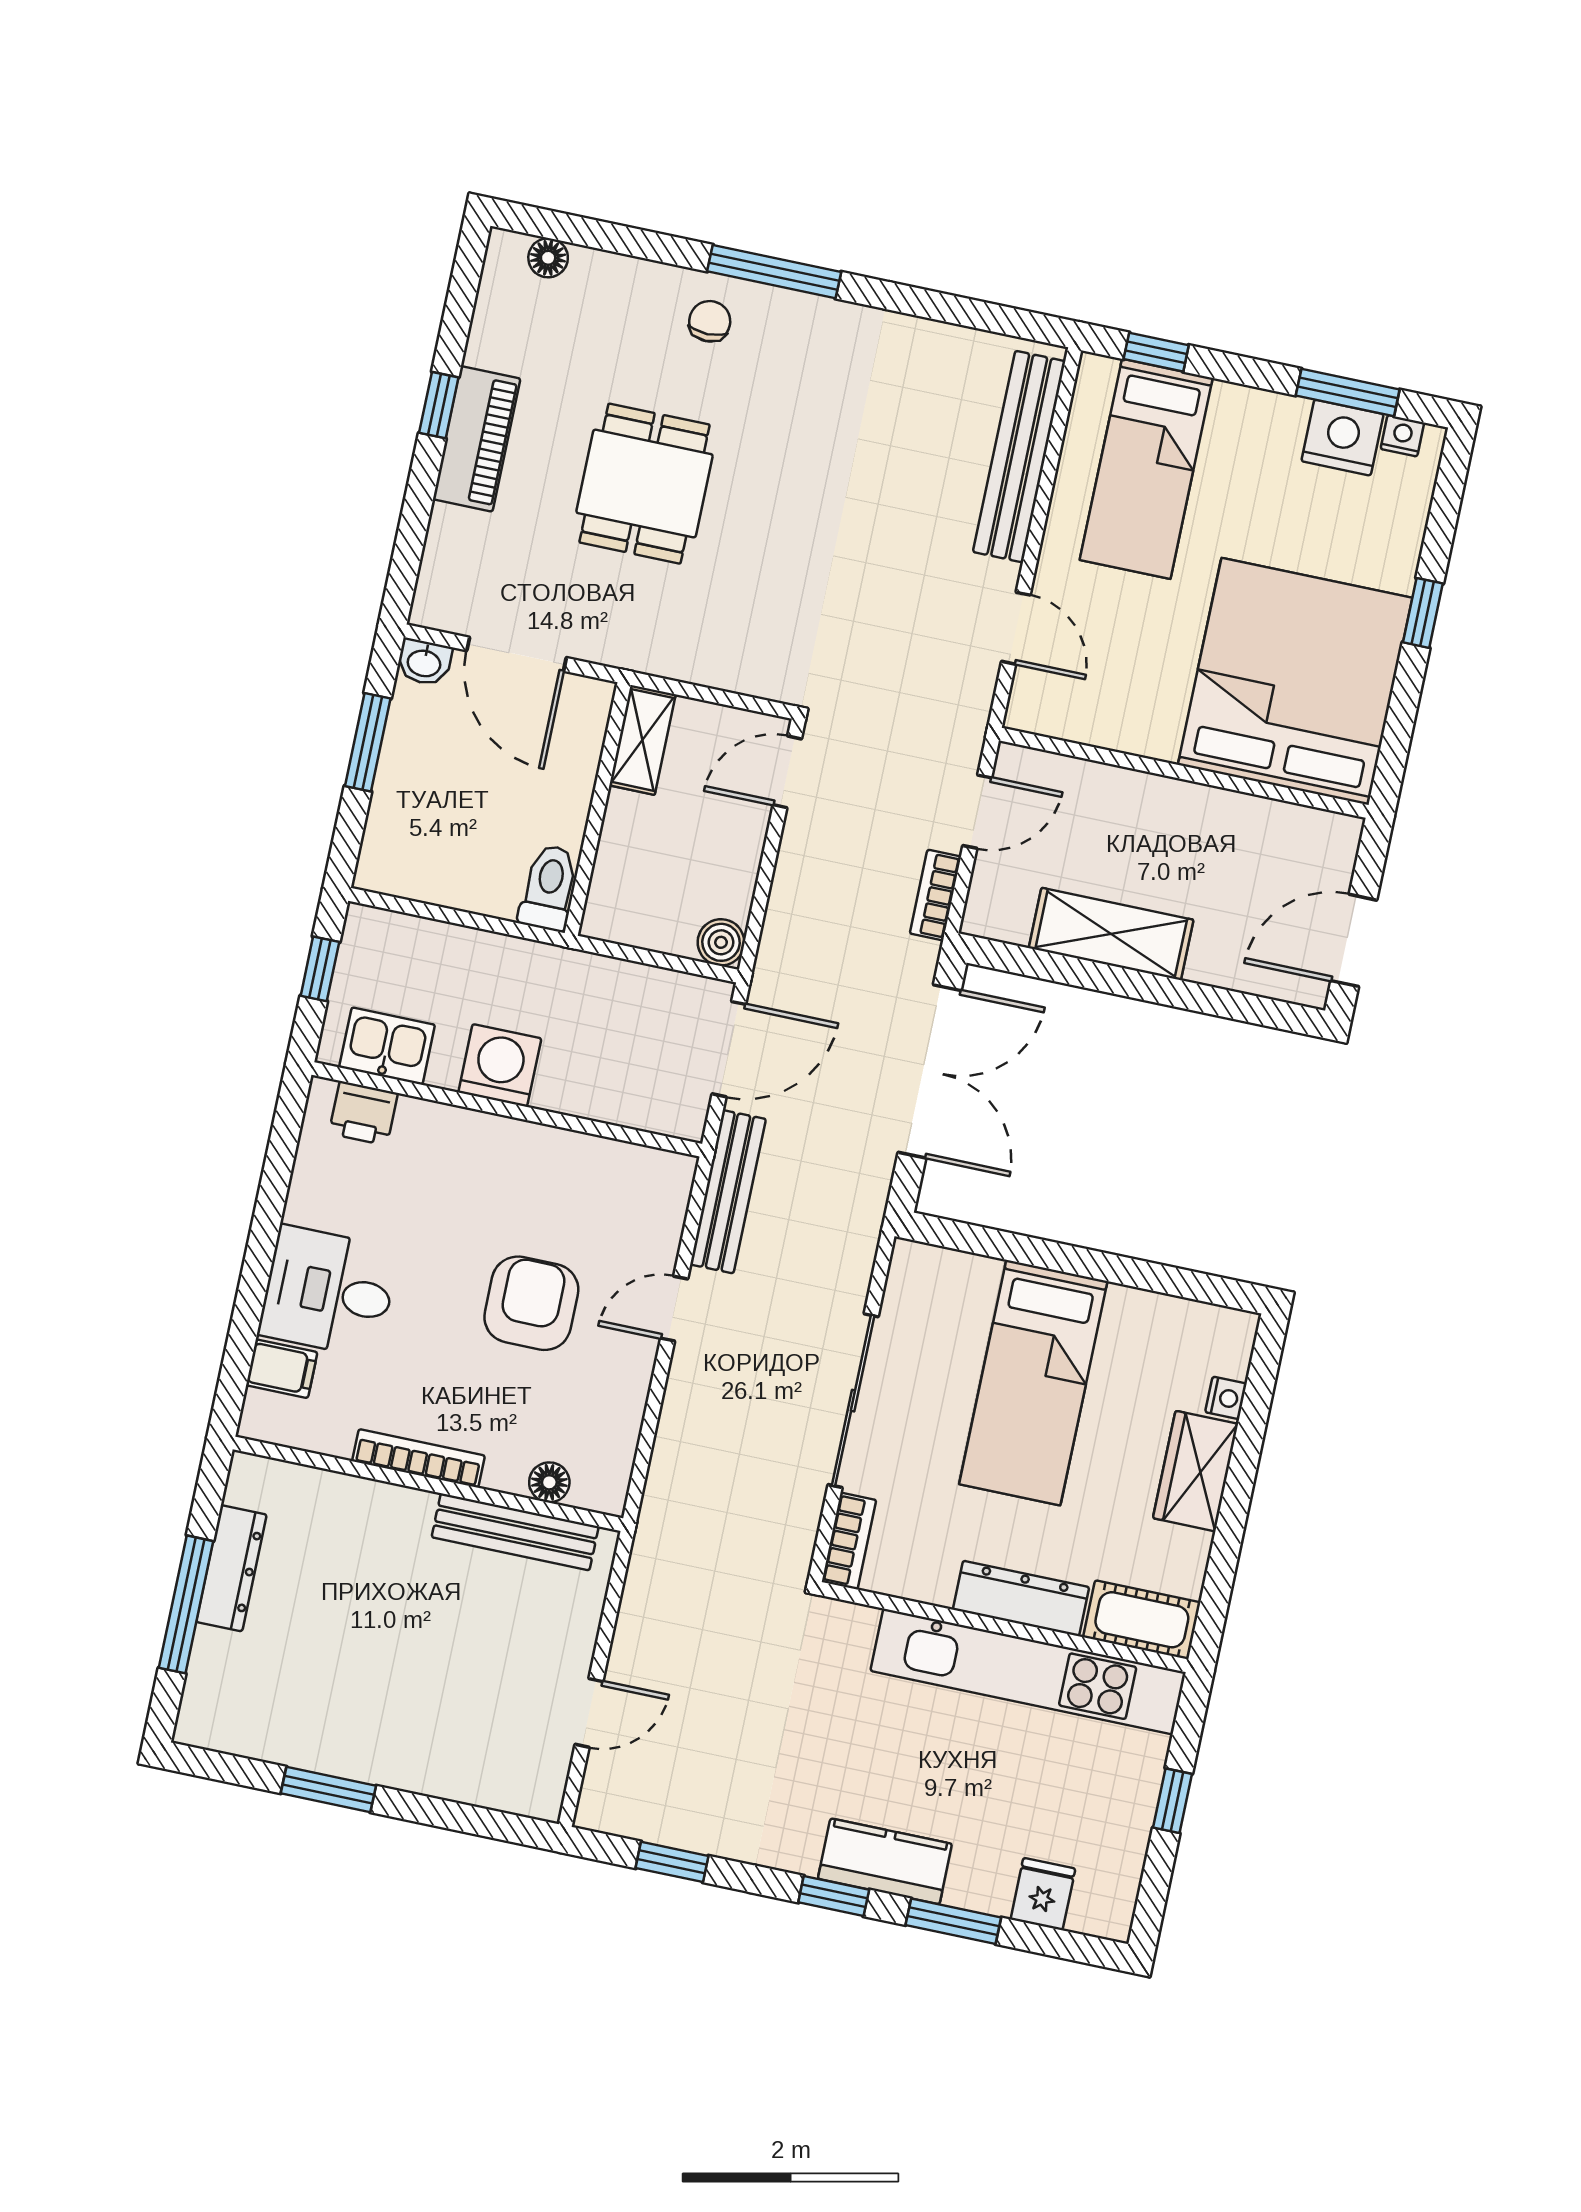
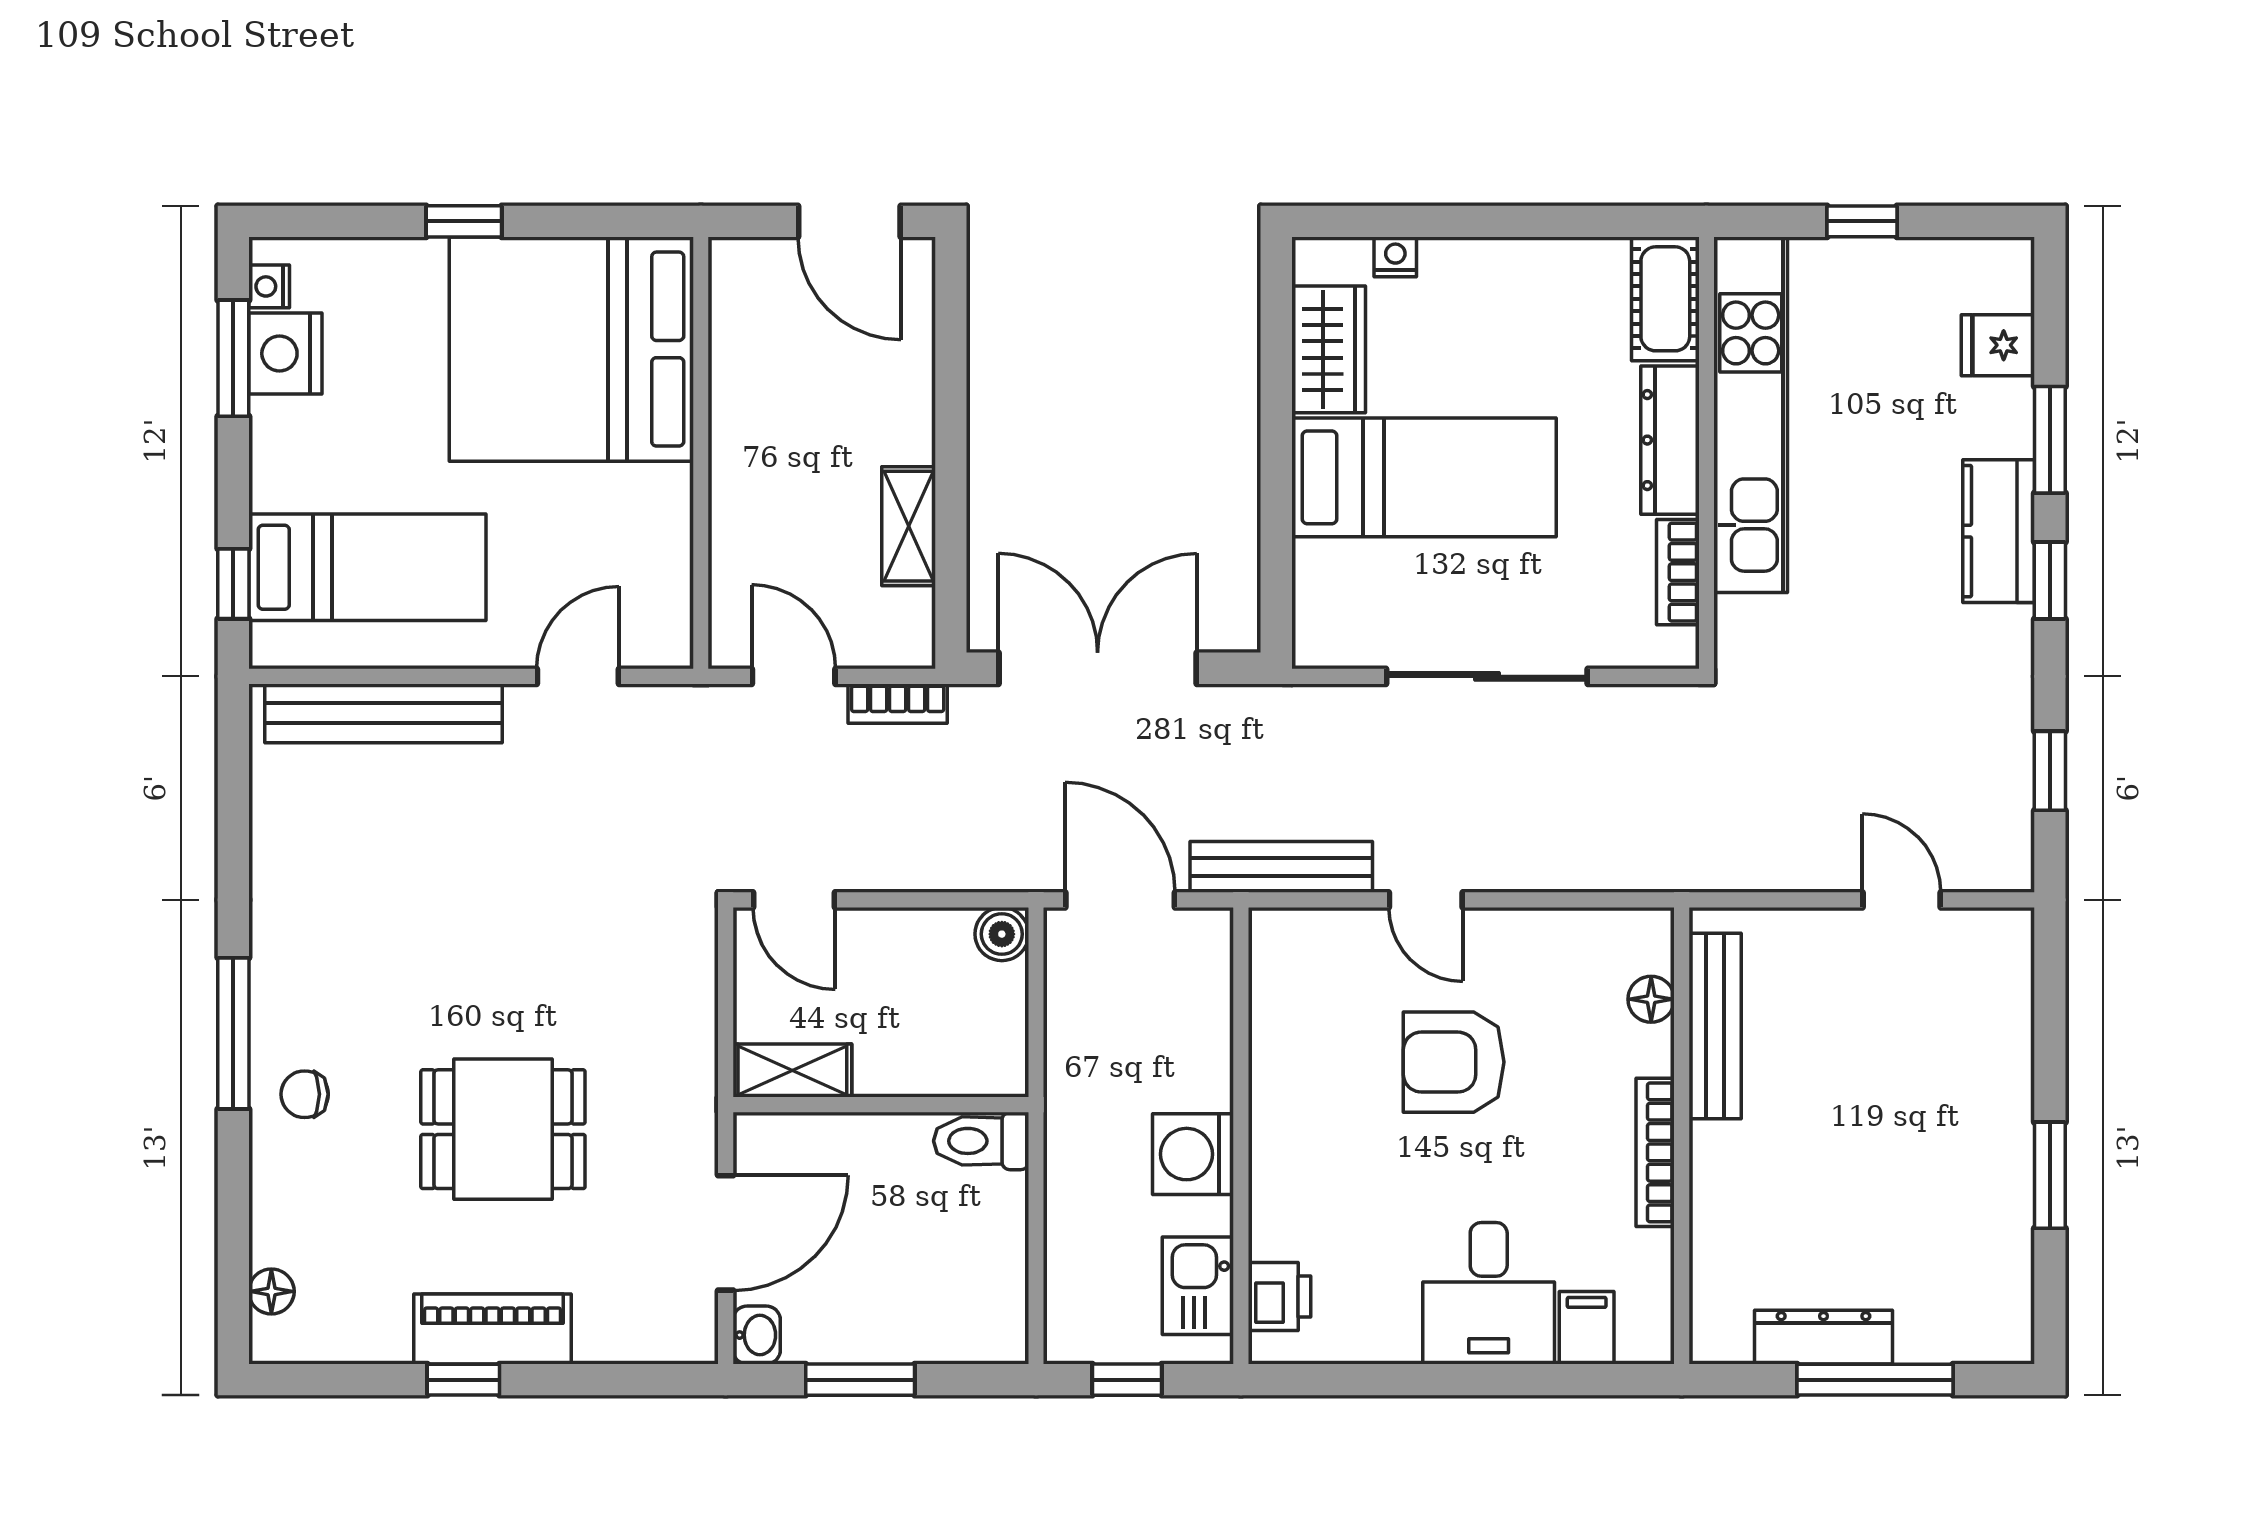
shelving: (1111, 934) -> (909, 526), width x0.67, depth x0.75
wardrobe: (1196, 1471) -> (1329, 349), moved, turned -90
bookcase: (849, 1541) -> (1678, 572), moved, turned -90

